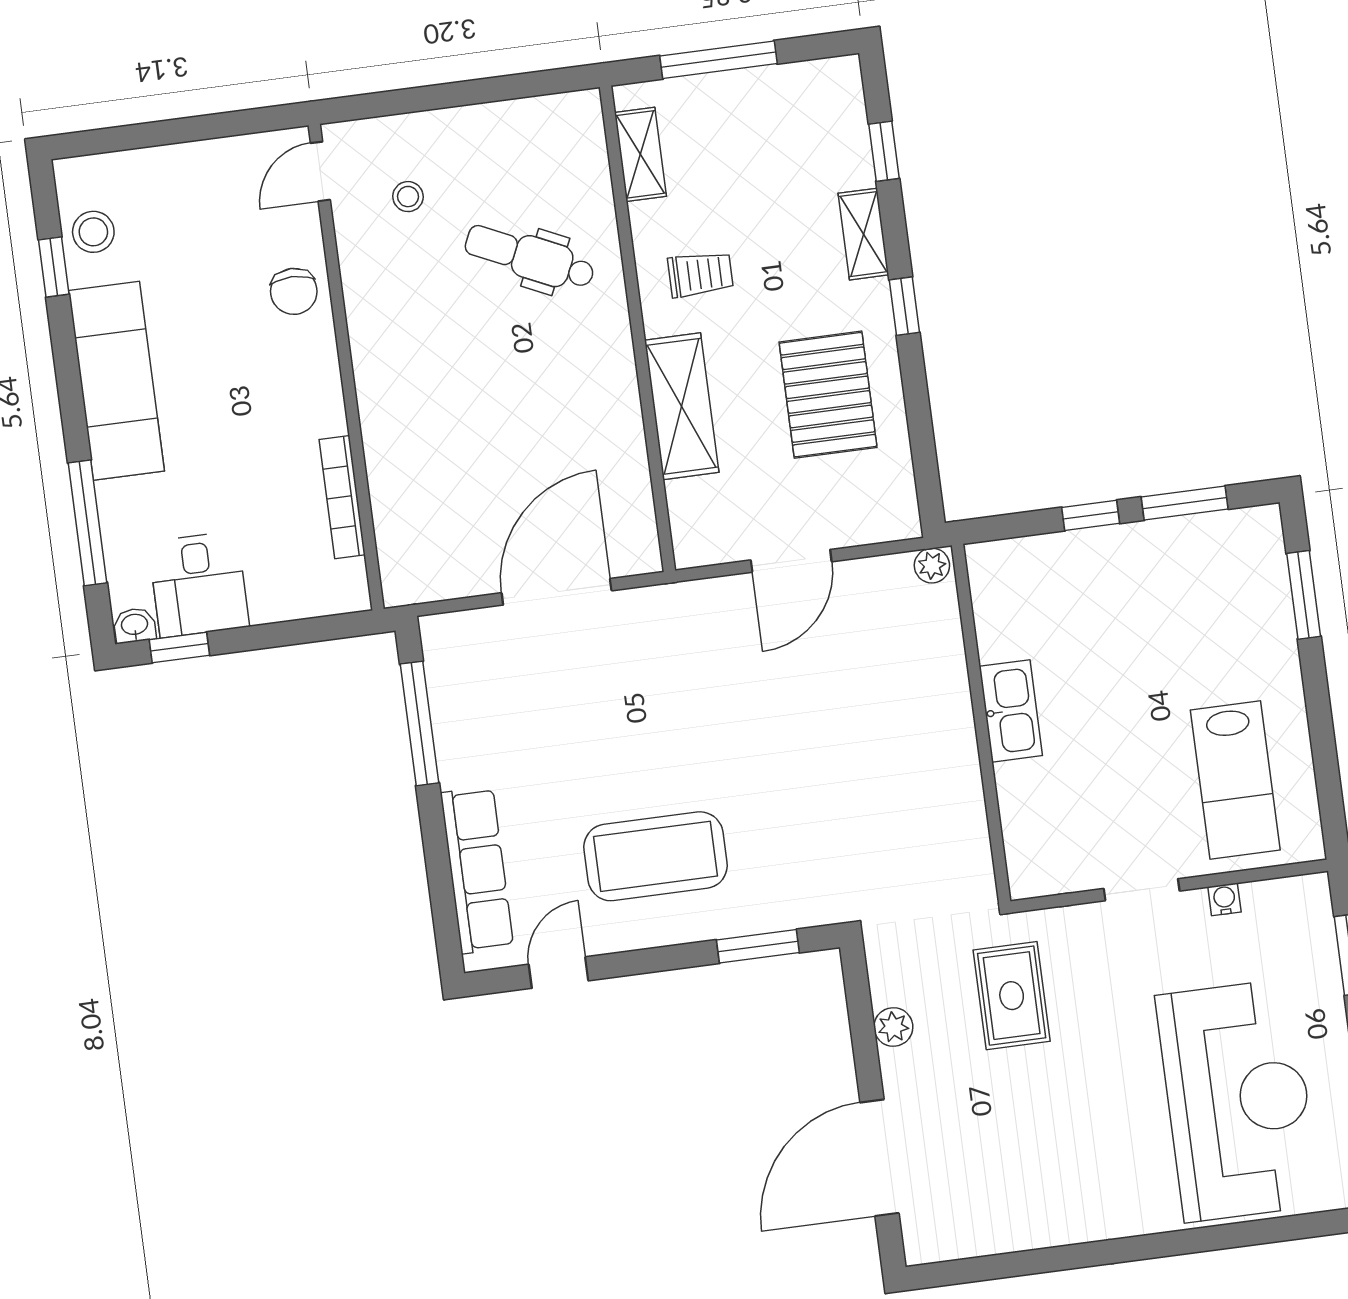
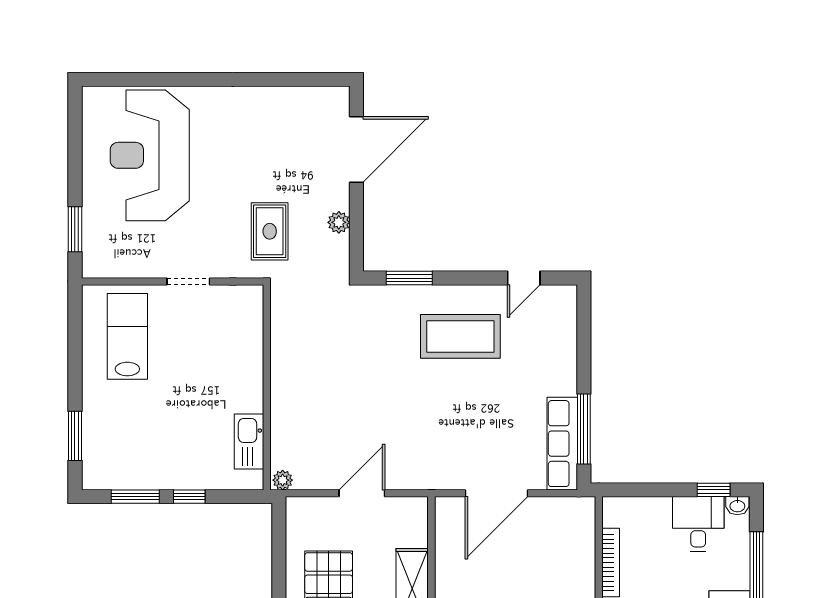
kitchen sink: (1011, 711) -> (249, 442), moved
row of seats: (477, 870) -> (562, 444), moved
water cooler: (1224, 899) -> (142, 270), removed

